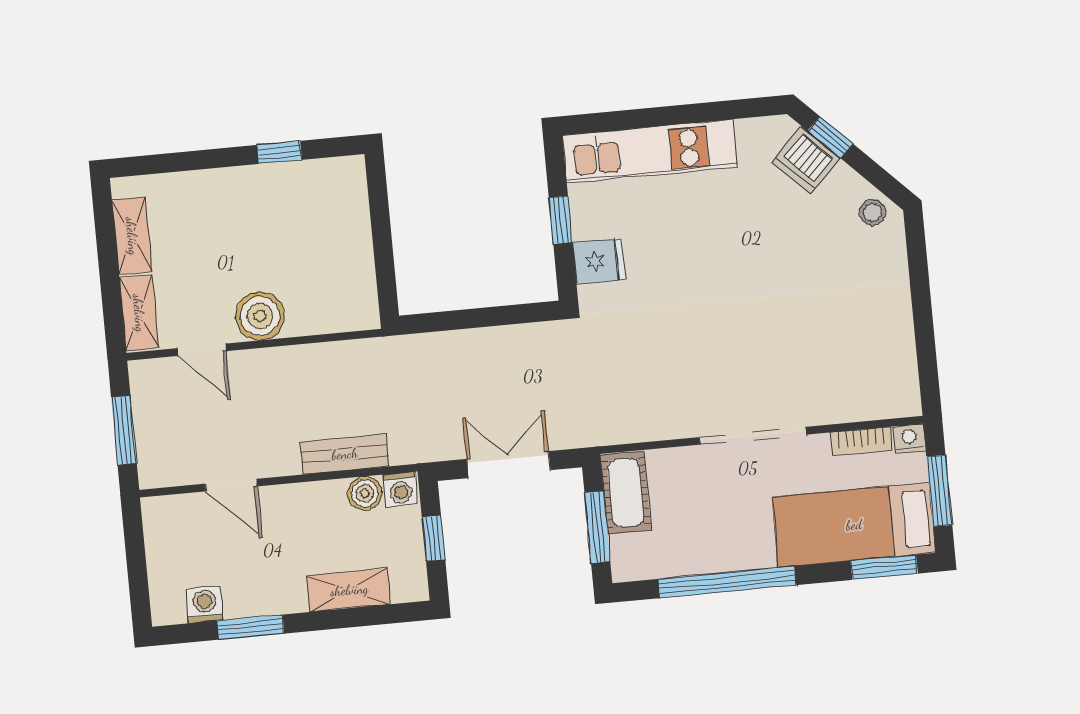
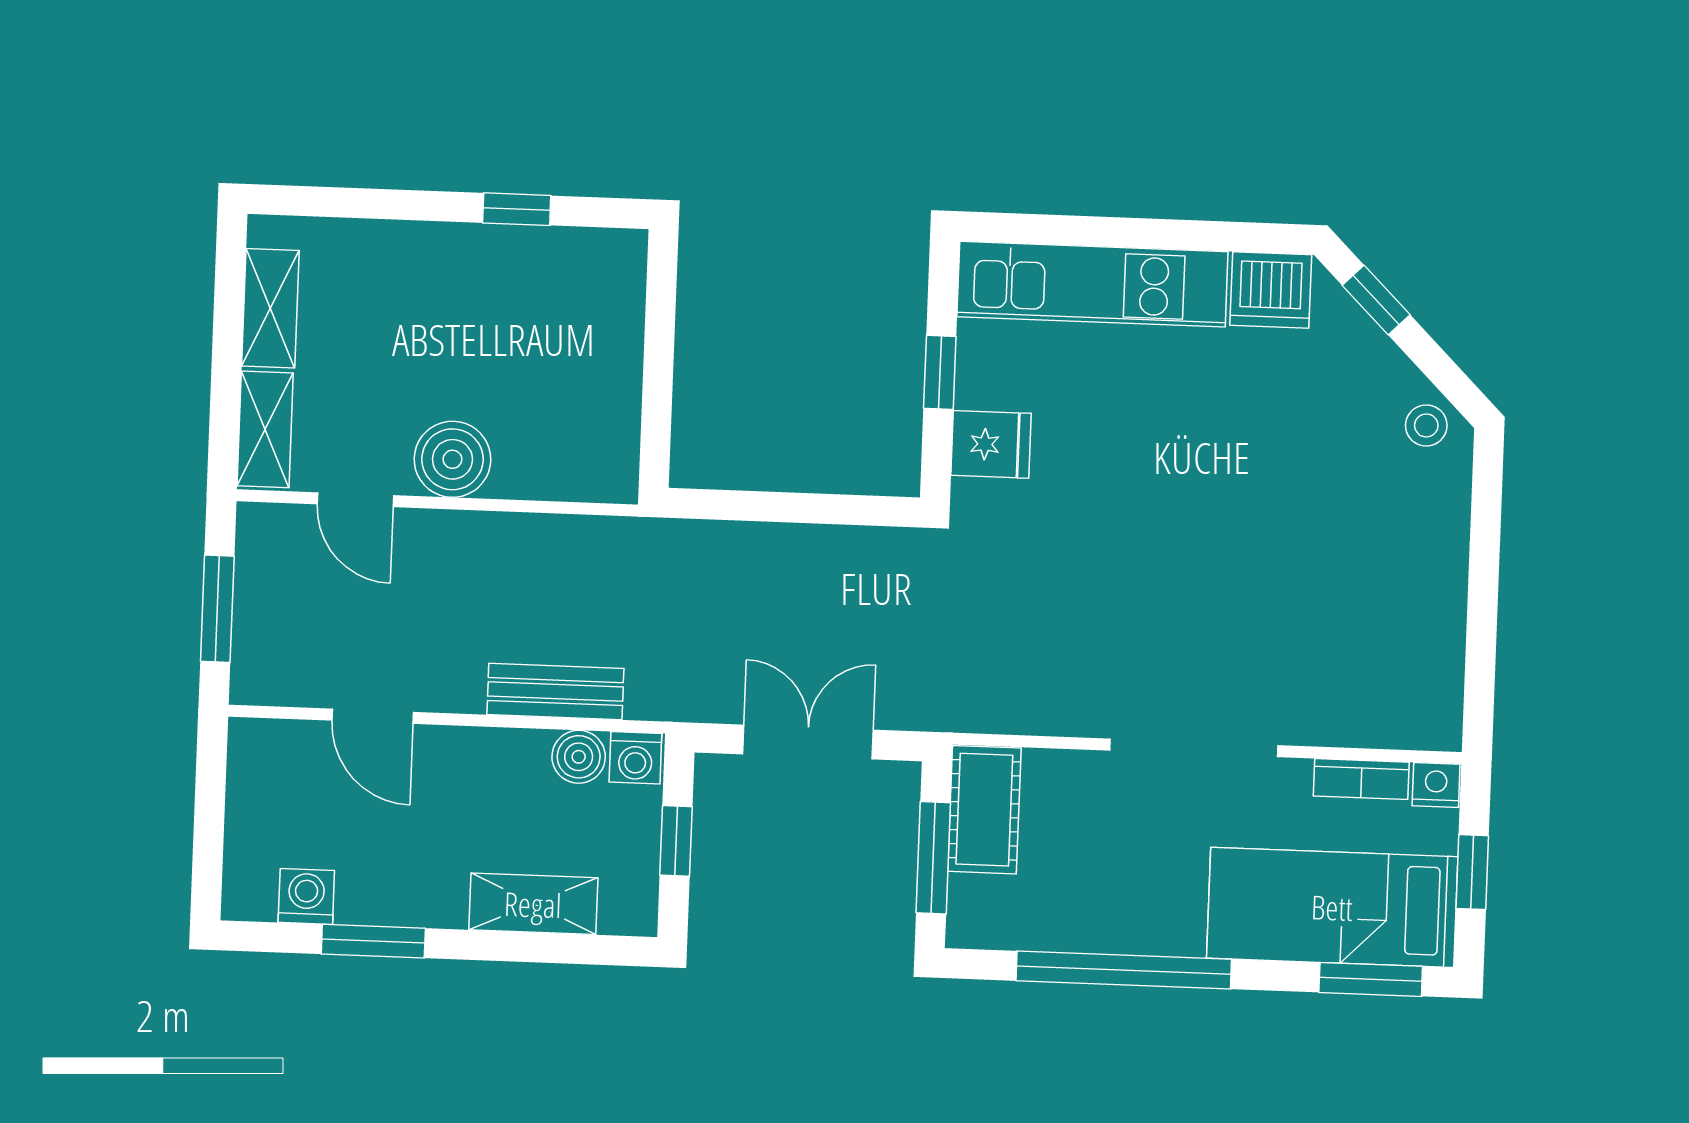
dishwasher: (806, 160) -> (1271, 290), moved, turned -45
window: (939, 491) -> (1472, 872), width x0.67

